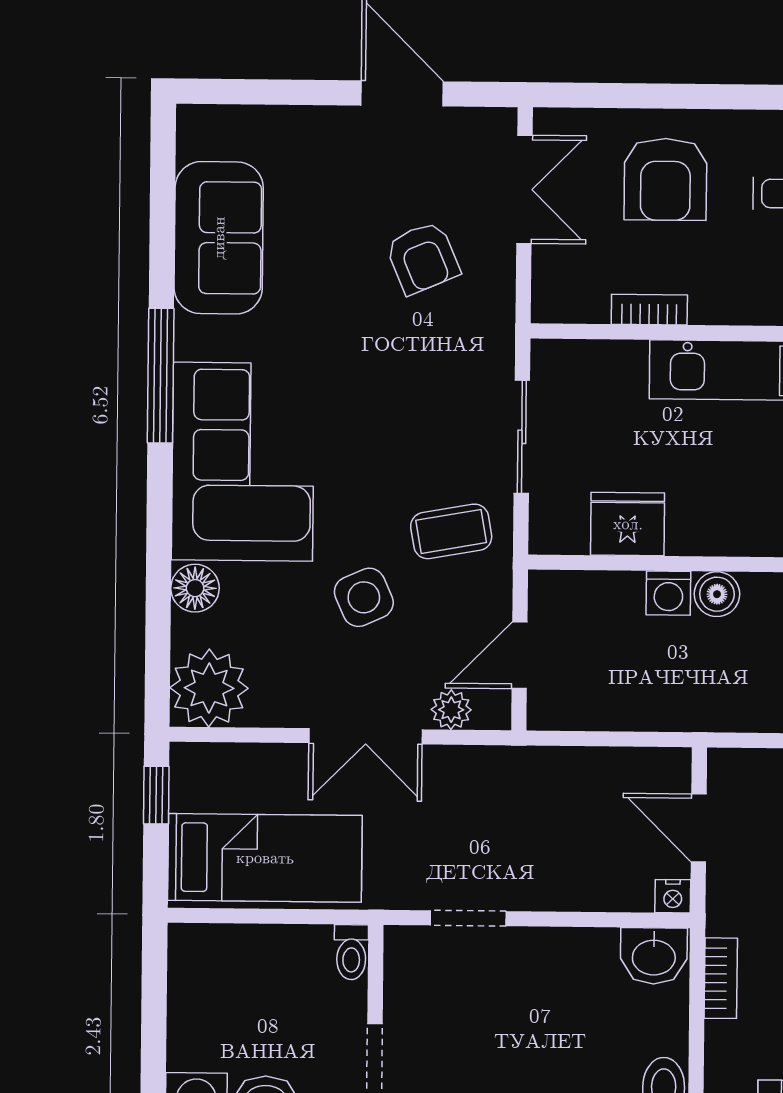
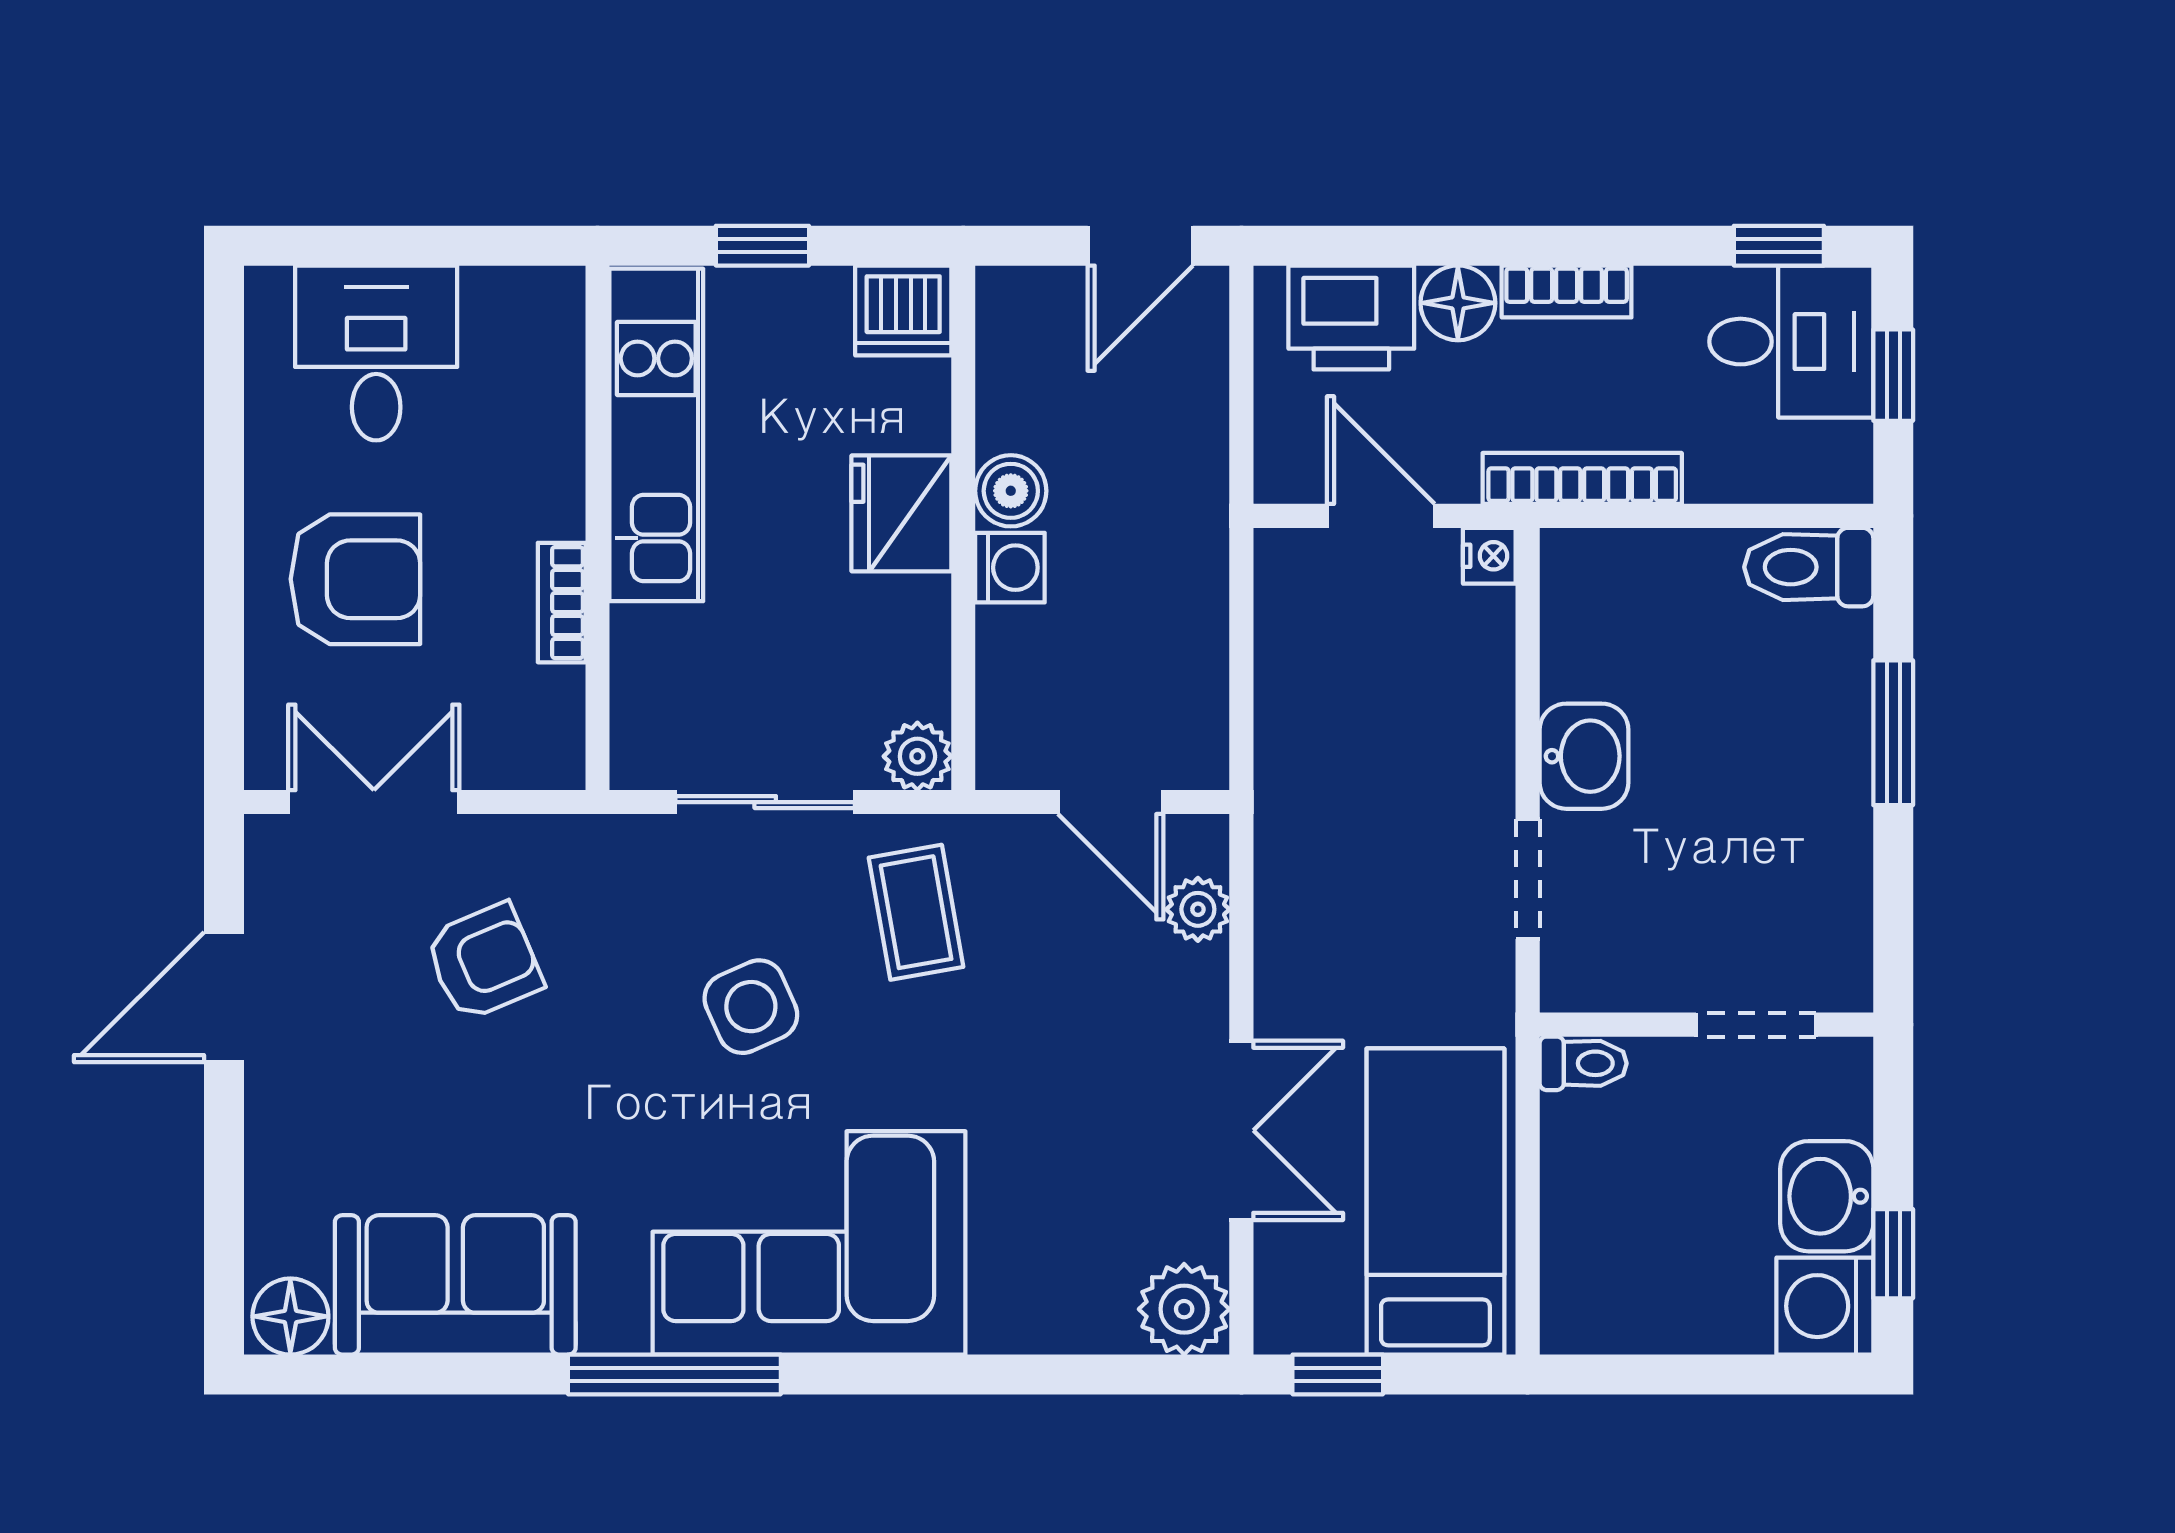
fridge: (628, 524) -> (901, 513), moved
plant: (550, 533) -> (917, 756), added
floor lamp: (195, 588) -> (290, 1316), moved
side table: (364, 597) -> (751, 1007), moved
plant: (209, 688) -> (1184, 1309), width x0.73, depth x0.73
double door: (366, 736) -> (1241, 1130), moved
door: (699, 828) -> (1381, 516), swing flipped
washbasin: (654, 956) -> (1584, 756), moved
bookcase: (721, 978) -> (1582, 478), width x1.56

